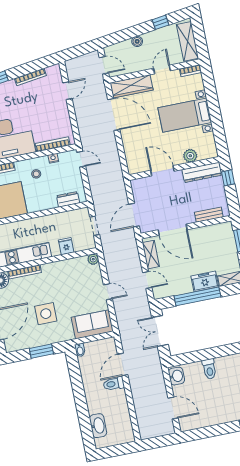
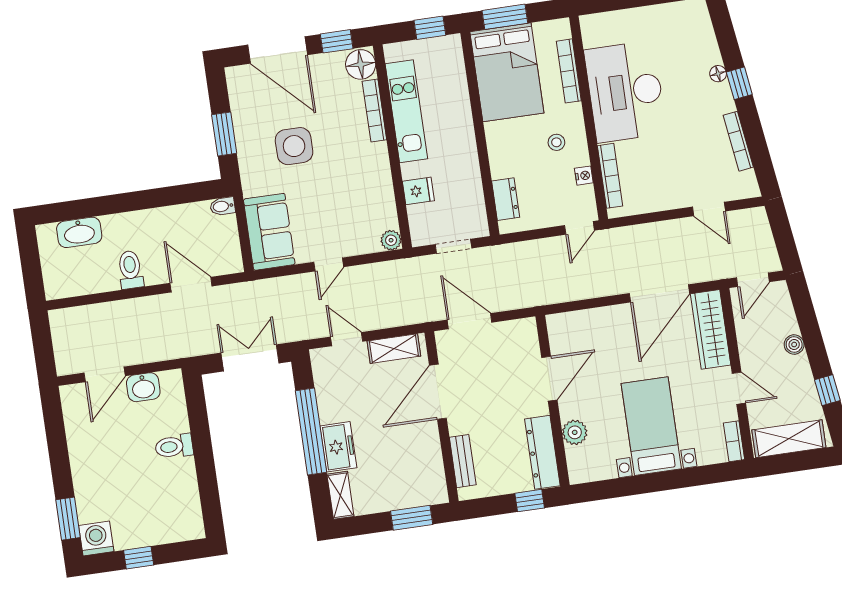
door: (147, 280) -> (347, 339), swing flipped
washbasin: (176, 376) -> (143, 387), moved
toilet: (114, 384) -> (130, 270), moved

